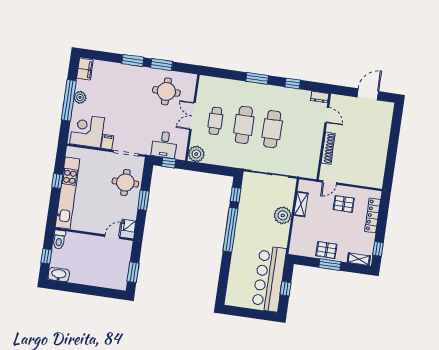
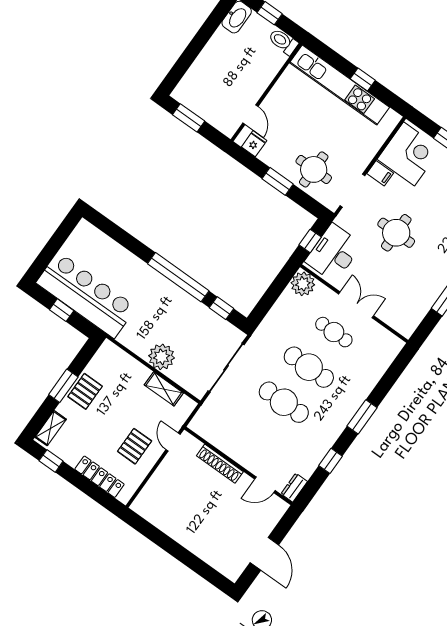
round table: (166, 91) -> (396, 233), moved
desk: (164, 145) -> (334, 253), width x1.37

